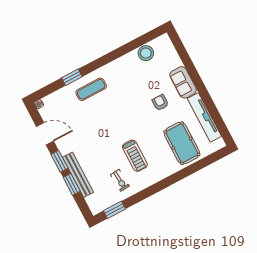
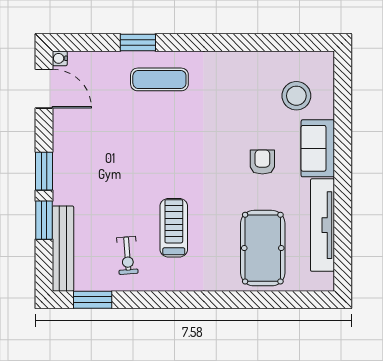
stool: (146, 53) -> (296, 96), moved
door: (45, 134) -> (44, 89), moved
treadmill: (135, 156) -> (174, 228), turned 180
bench: (78, 175) -> (63, 249), moved

